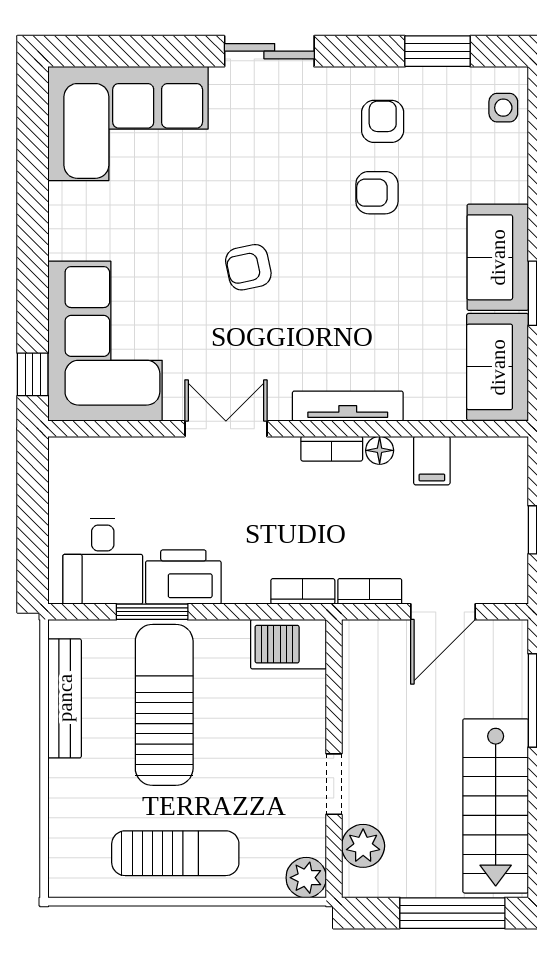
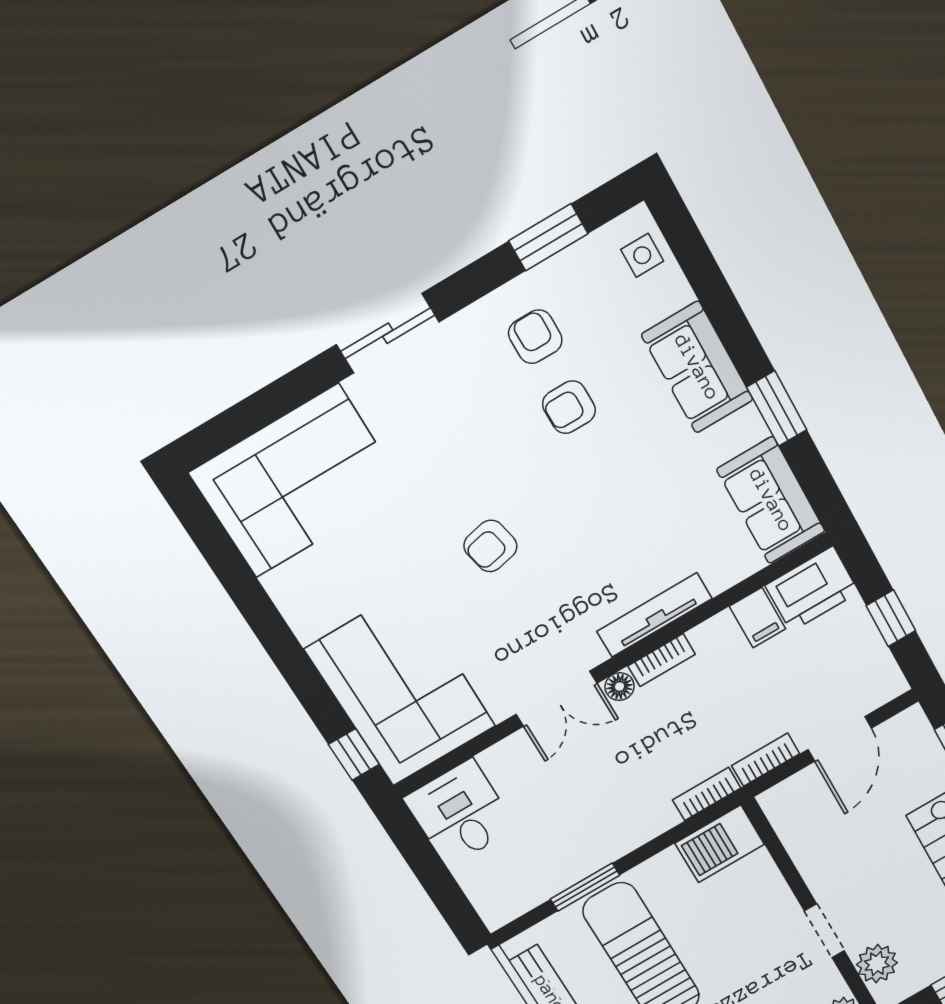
sofa: (498, 257) -> (697, 367), moved
double door: (226, 429) -> (556, 699), swing flipped
floor lamp: (380, 450) -> (620, 687), moved
desk: (103, 561) -> (460, 813), moved, turned 180
printer: (183, 577) -> (812, 589), moved, turned 180

